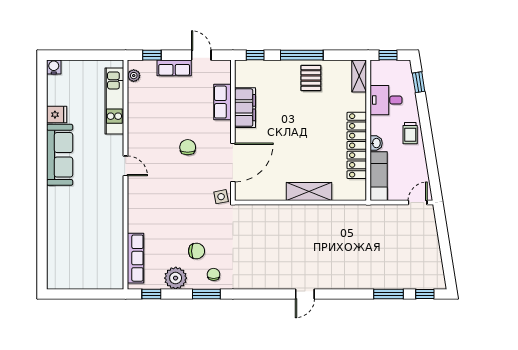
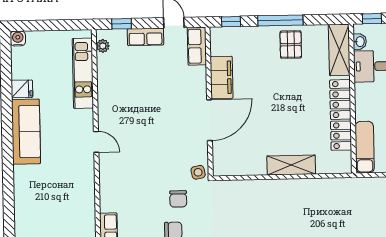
shelving: (359, 76) -> (339, 50), width x1.50, depth x1.33
row of seats: (222, 102) -> (197, 46), moved
washbasin: (376, 143) -> (360, 42), moved
chair: (188, 147) -> (178, 199), moved, turned 180
door: (233, 162) -> (210, 120), moved

